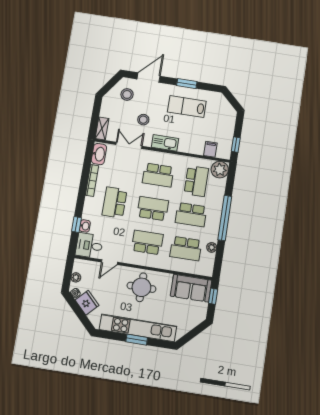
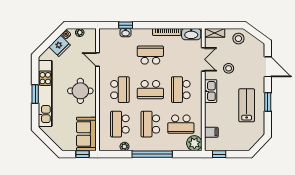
stool: (127, 94) -> (238, 39), moved
school desk: (153, 209) -> (150, 90), turned 90
desk: (89, 246) -> (109, 39), removed

